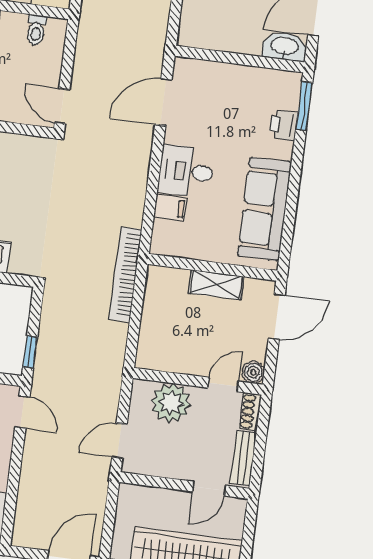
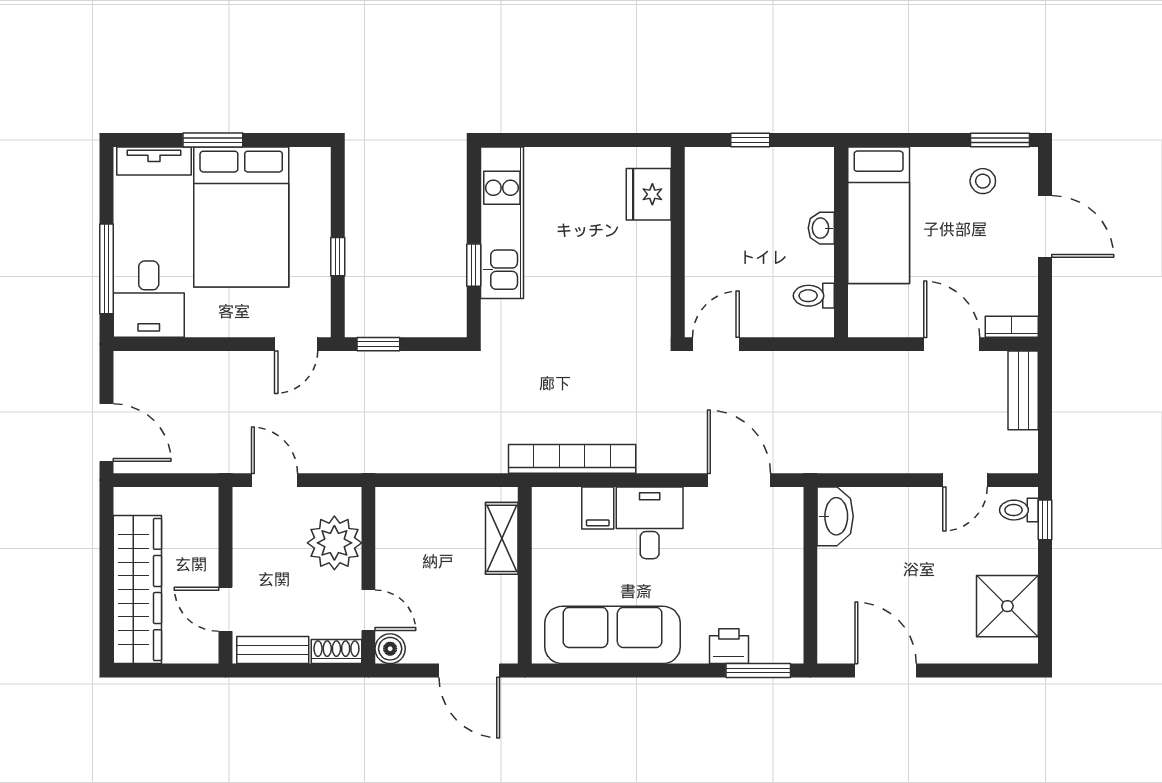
washbasin: (284, 46) -> (835, 516), moved
bookcase: (125, 274) -> (572, 459), moved
shelving: (216, 285) -> (502, 538), moved

